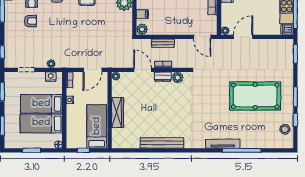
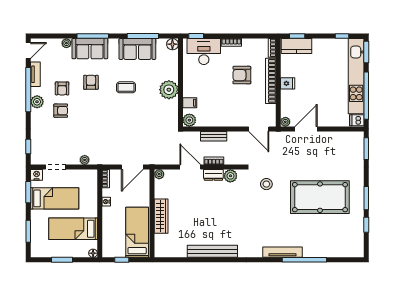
plant: (10, 13) -> (37, 102), added
nightstand: (51, 77) -> (37, 175), moved
bed: (41, 104) -> (55, 198), moved, turned 180
stool: (285, 129) -> (266, 184), moved

